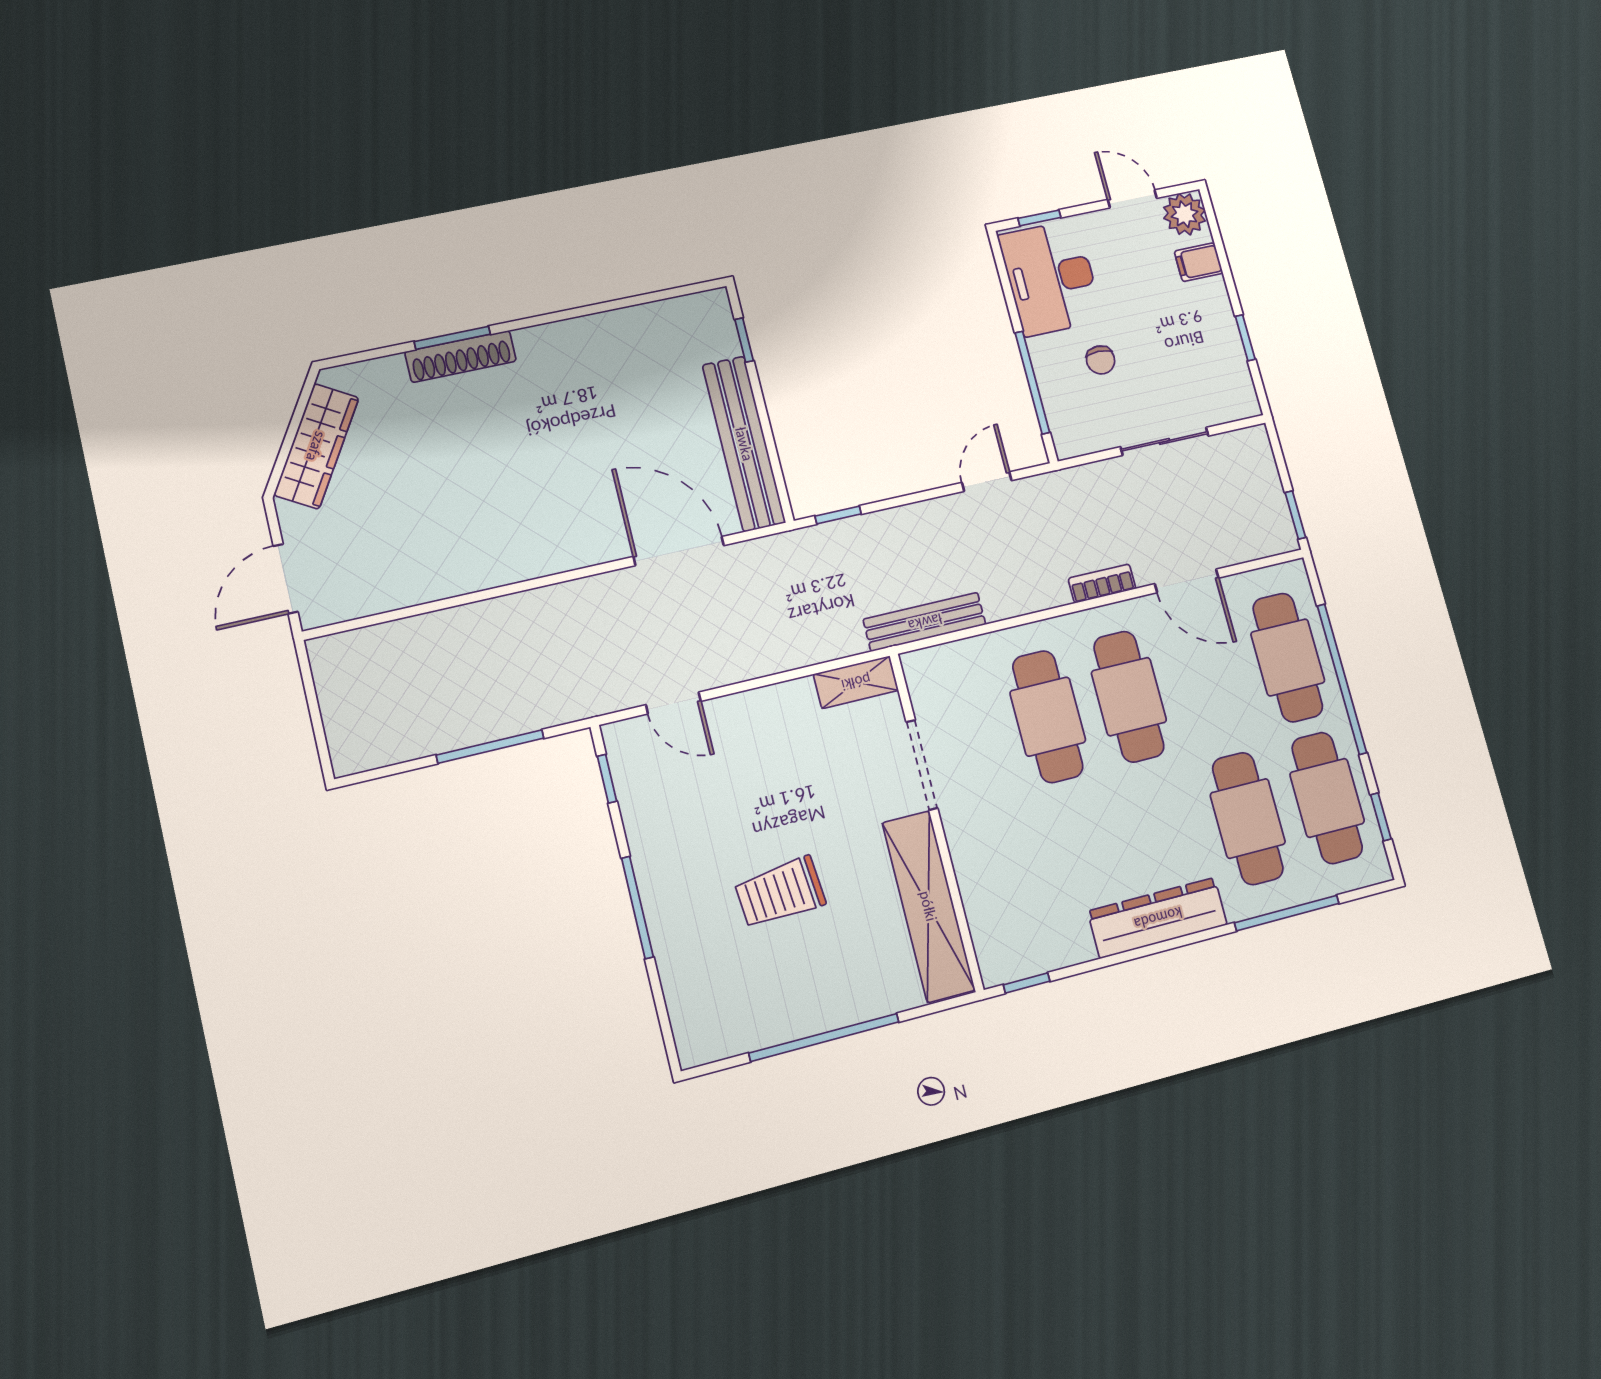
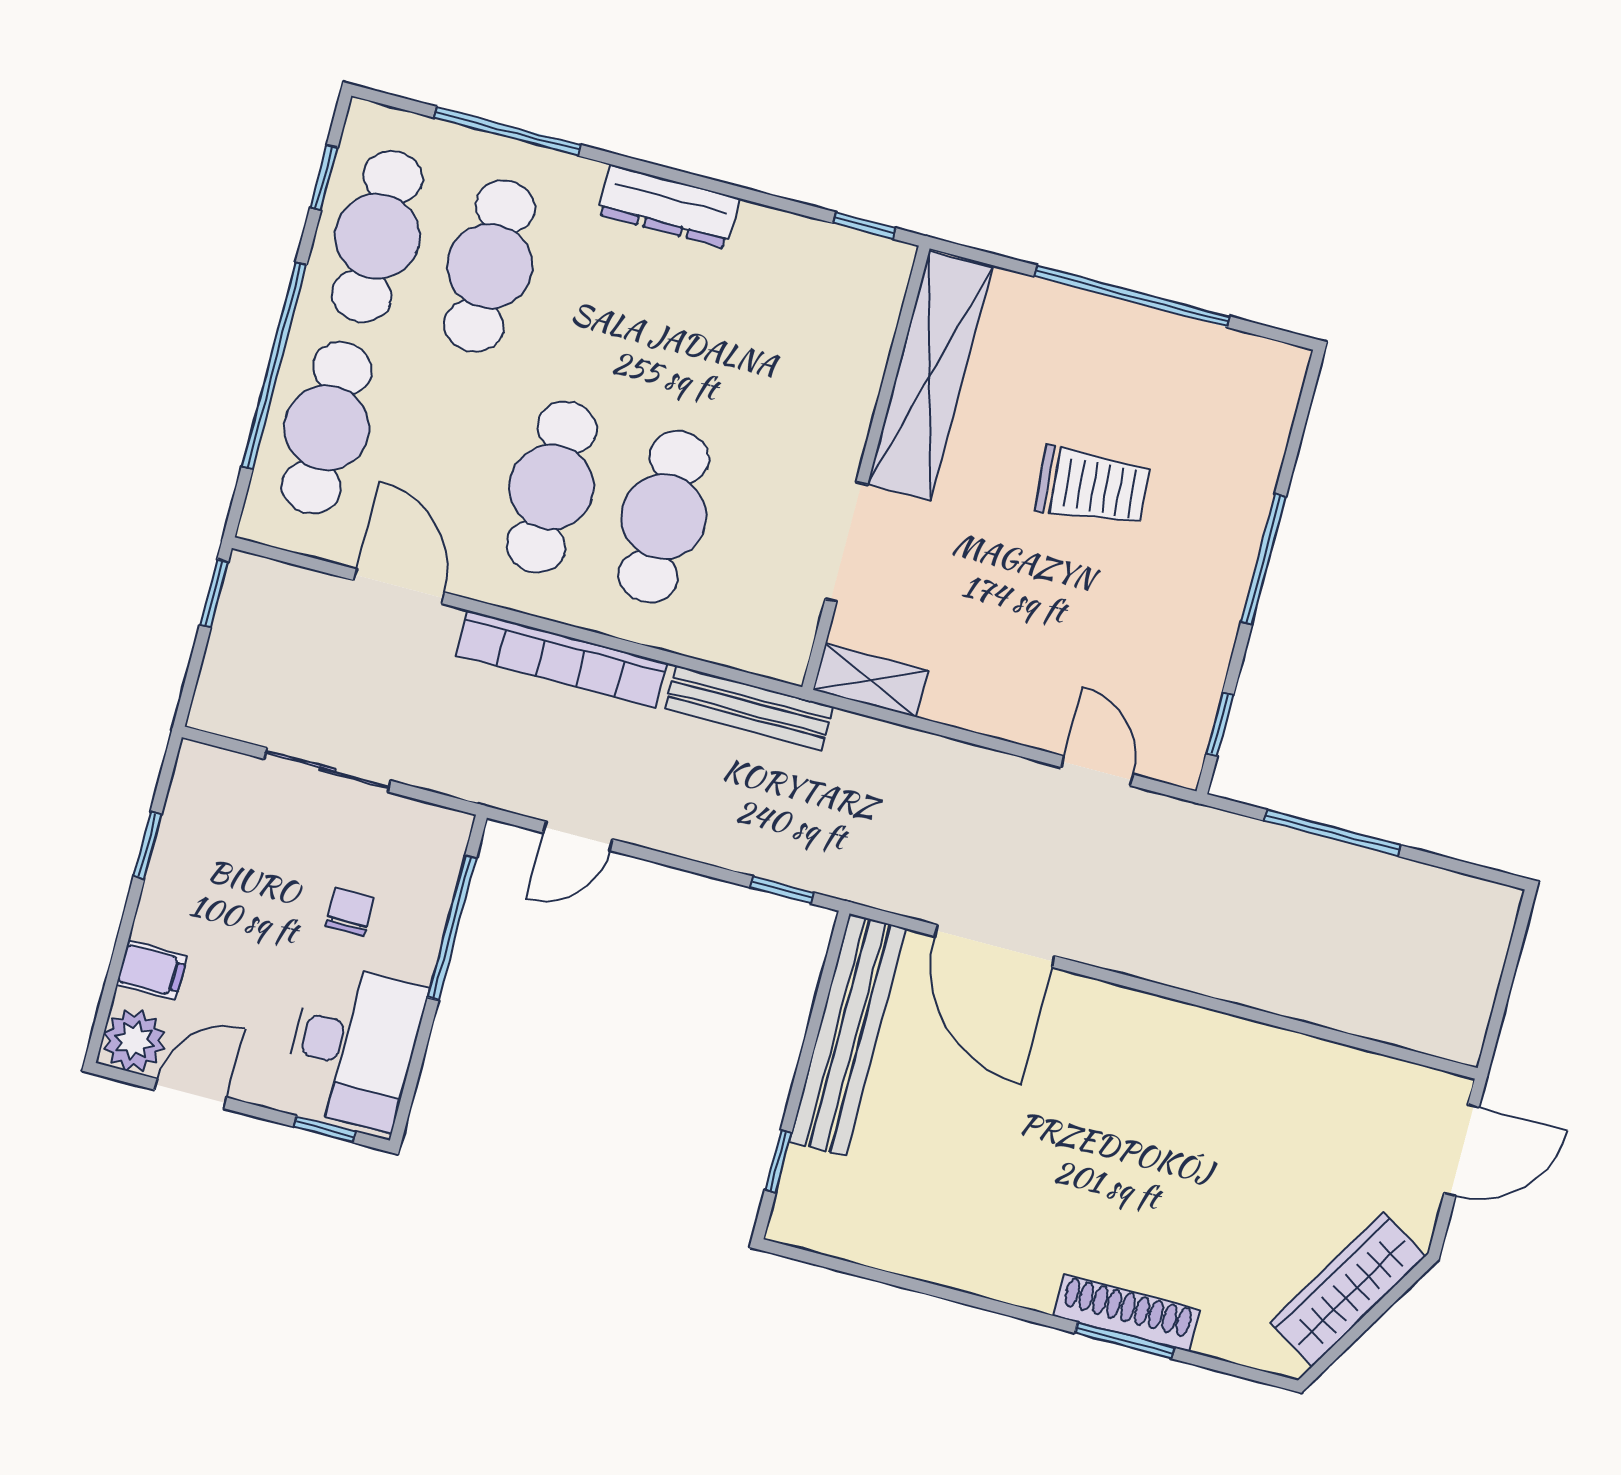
door: (1132, 199) -> (191, 1094), swing flipped
bookcase: (1102, 584) -> (561, 659), width x2.31, depth x1.31
dresser: (1158, 918) -> (668, 206), width x0.73, depth x0.80

